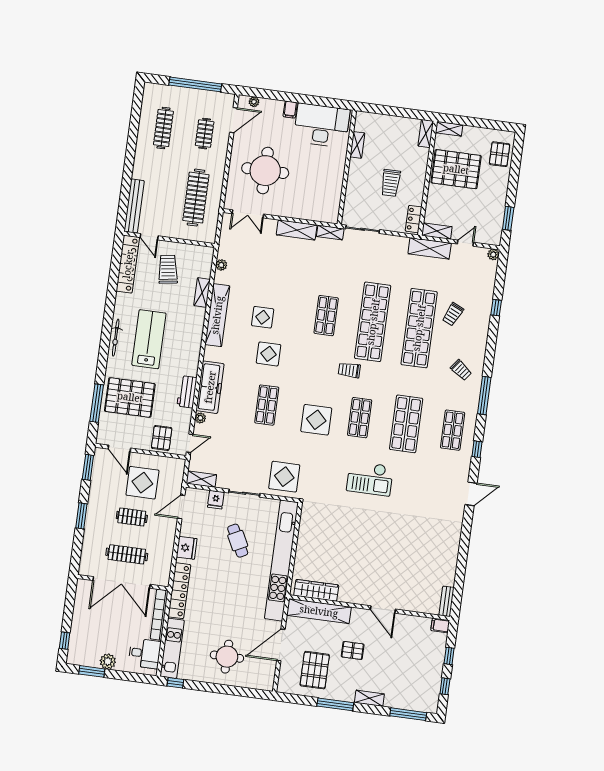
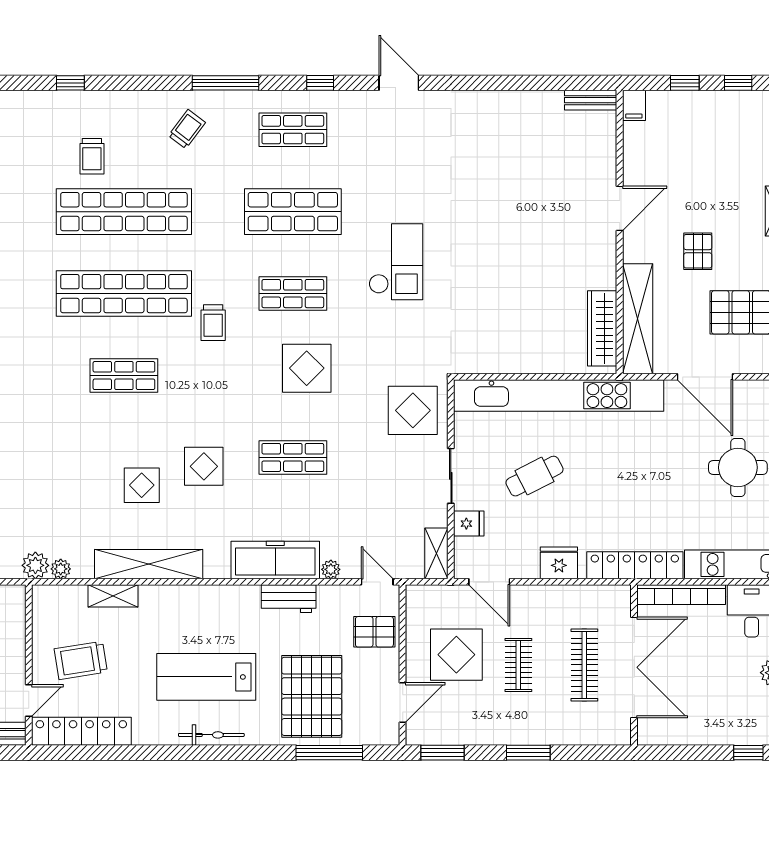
plant: (225, 251) -> (35, 565), added
trolley: (453, 314) -> (92, 156), turned 65

